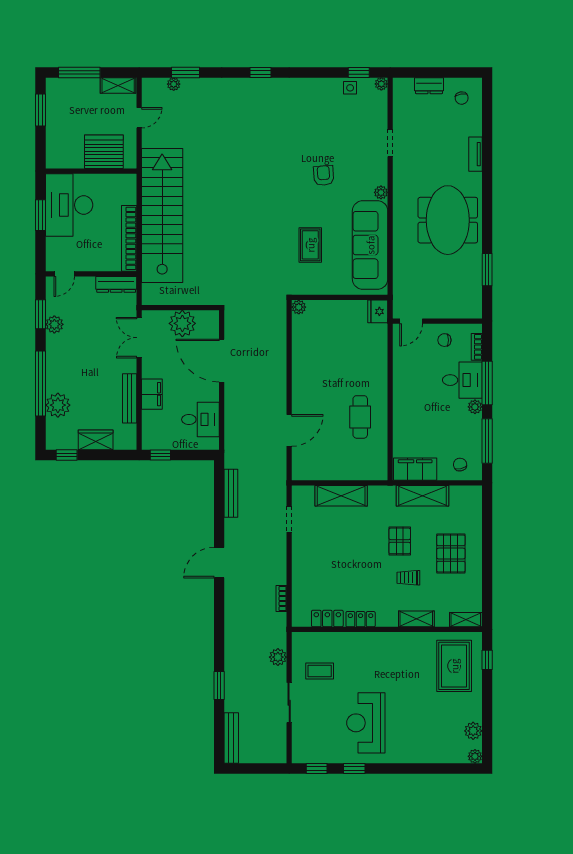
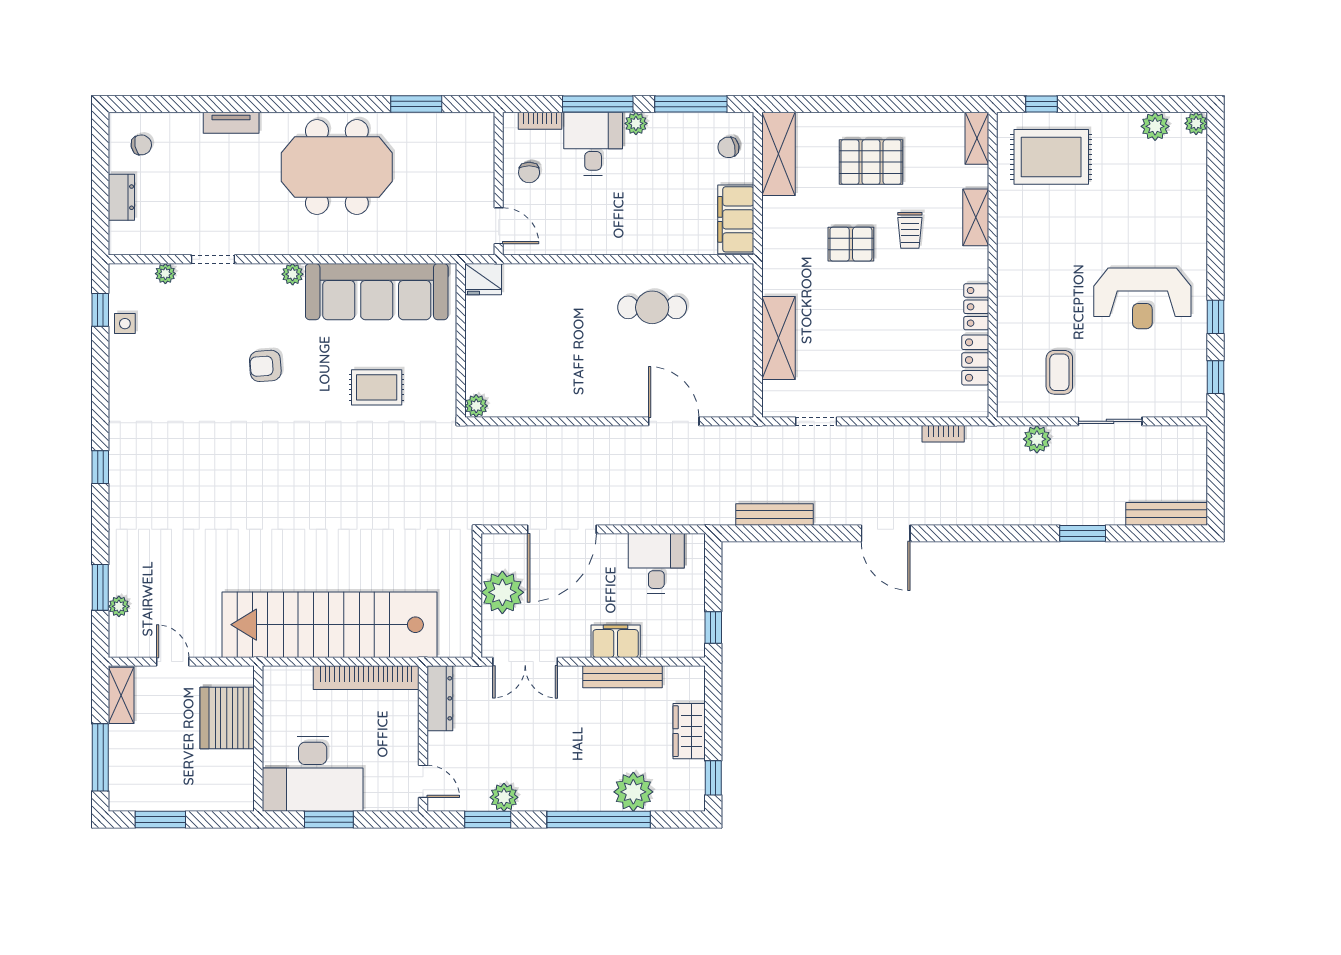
plant: (381, 84) -> (165, 274), moved
shelving: (422, 496) -> (779, 154), moved

